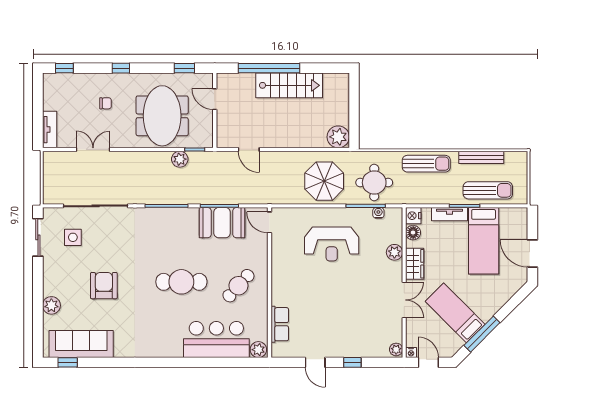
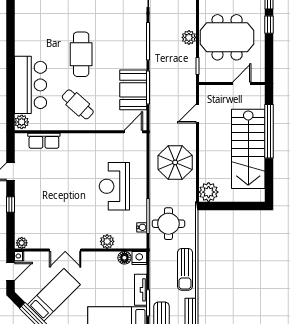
window: (184, 68) -> (269, 25), moved
stairs: (289, 85) -> (248, 149), width x1.36, depth x1.51
plant: (180, 159) -> (189, 37), moved
parasol: (324, 181) -> (175, 162), moved
wardrobe: (415, 264) -> (97, 259), removed

